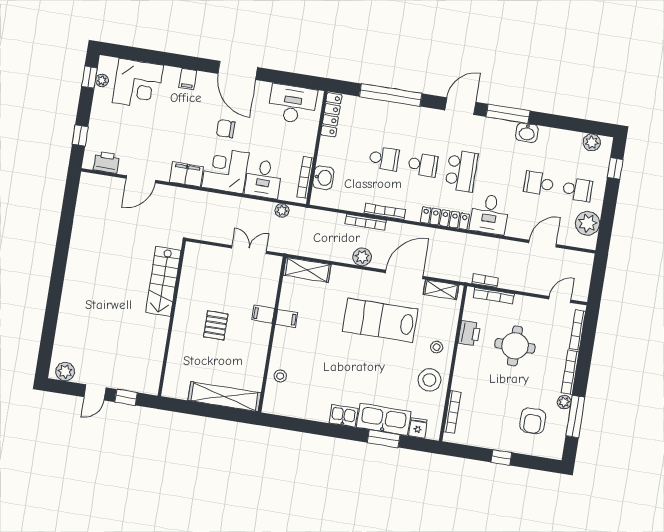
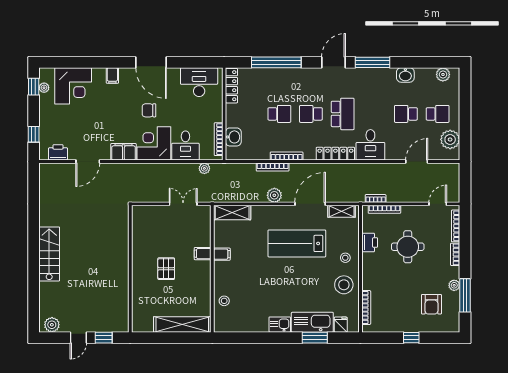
washbasin: (527, 133) -> (405, 75), moved
school desk: (423, 165) -> (311, 114), turned 180
window: (615, 168) -> (465, 92), removed
stairs: (163, 281) -> (49, 254), moved, turned 180
bookcase: (570, 372) -> (455, 254), width x0.64

